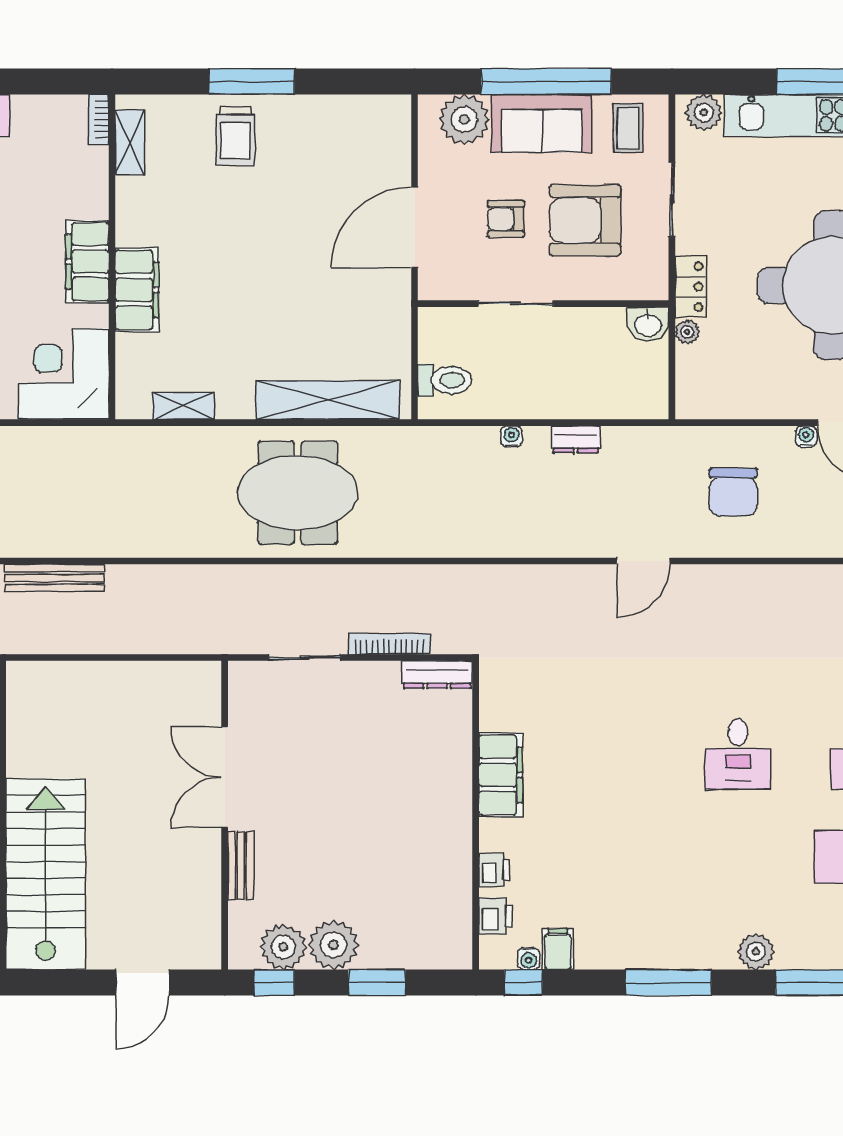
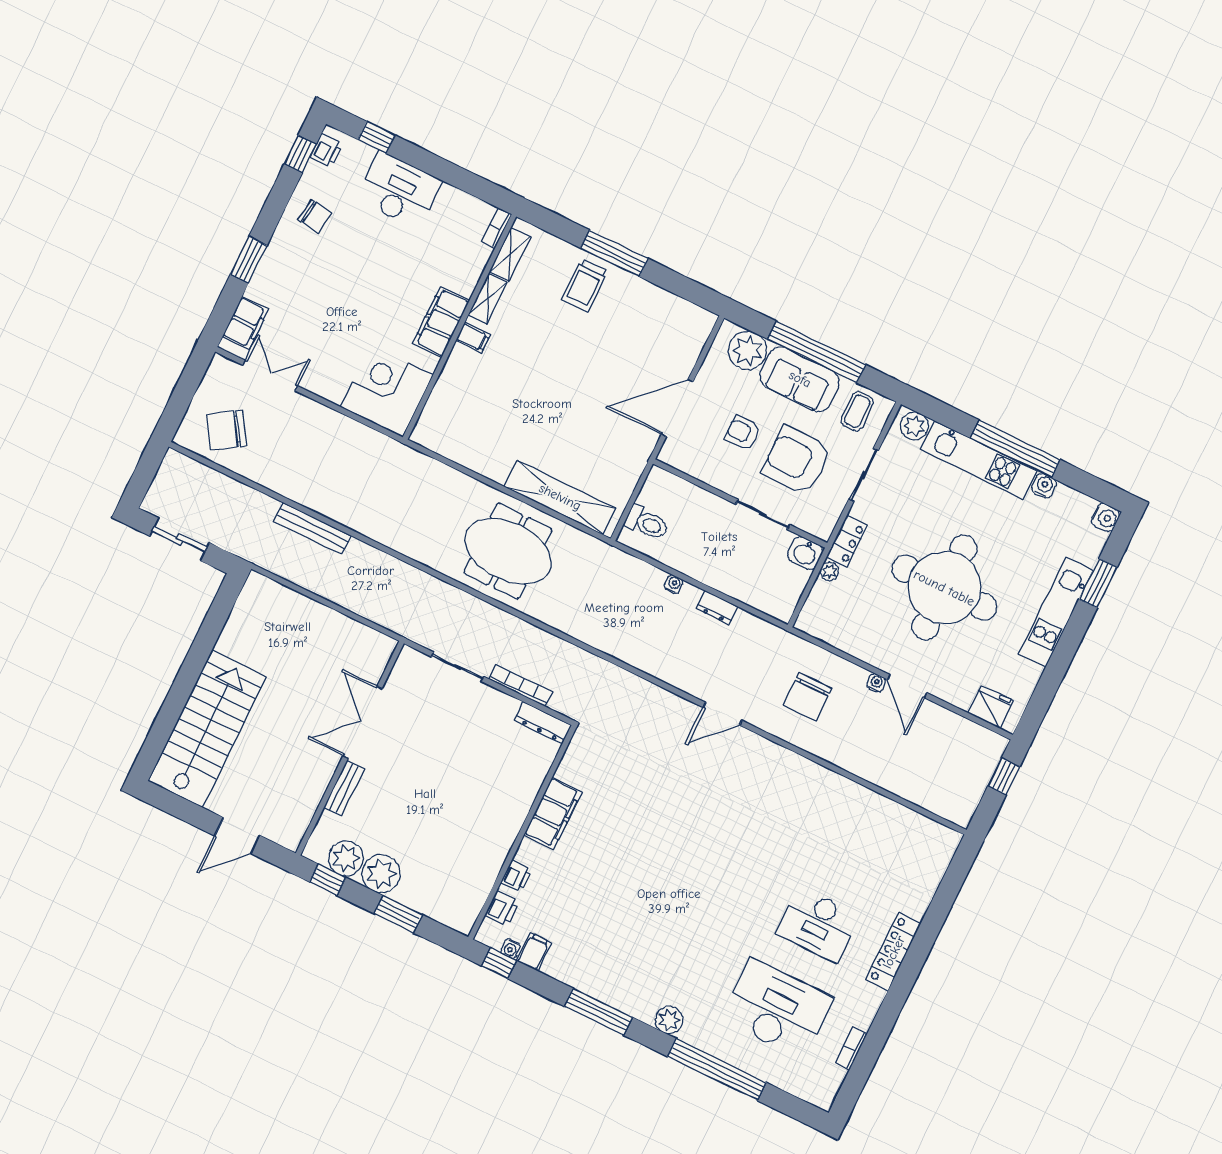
filing cabinet: (137, 290) -> (473, 338), width x0.33, depth x0.86
sliding door: (516, 304) -> (763, 515), moved
shelving: (184, 406) -> (488, 299), moved, turned 90
desk: (738, 754) -> (723, 878), removed

